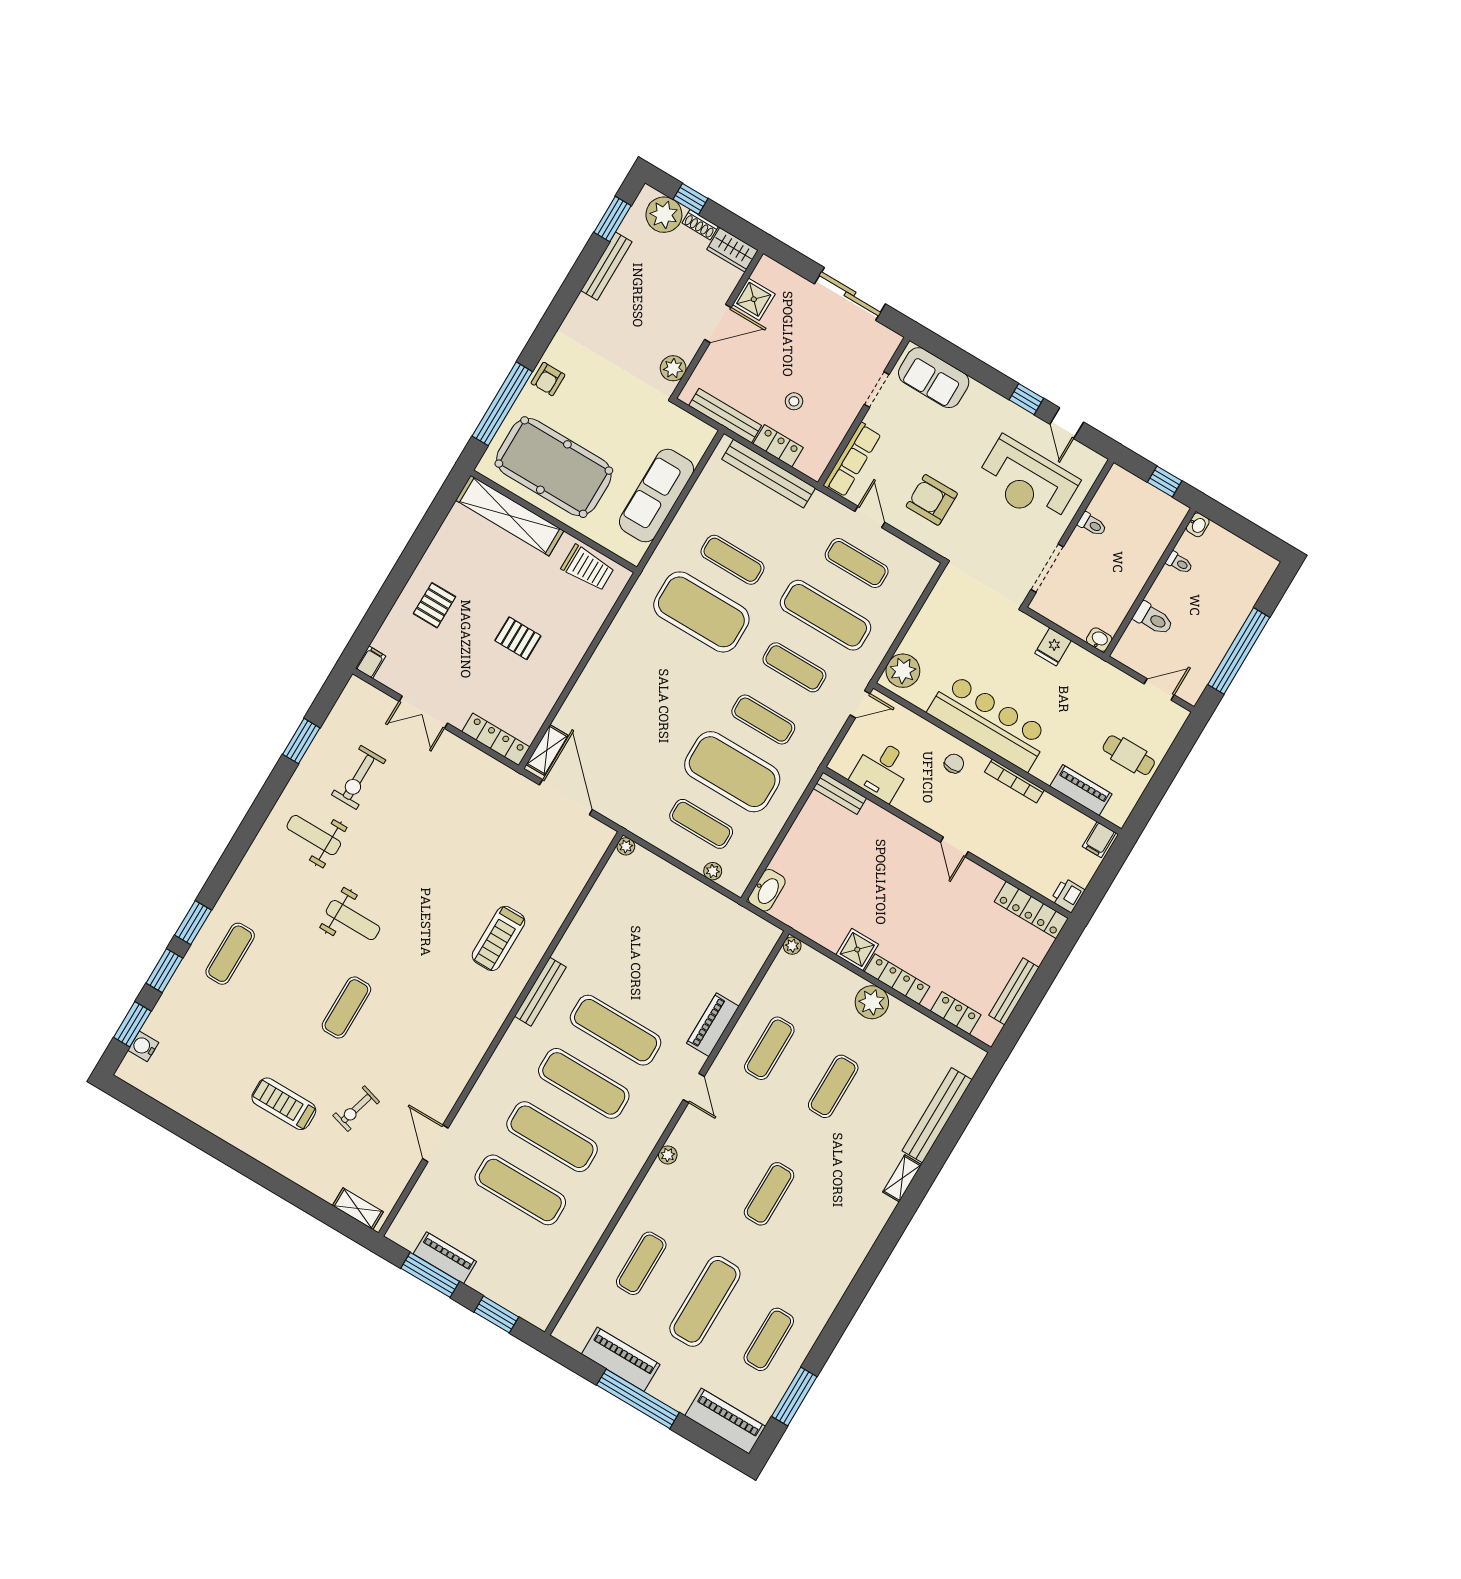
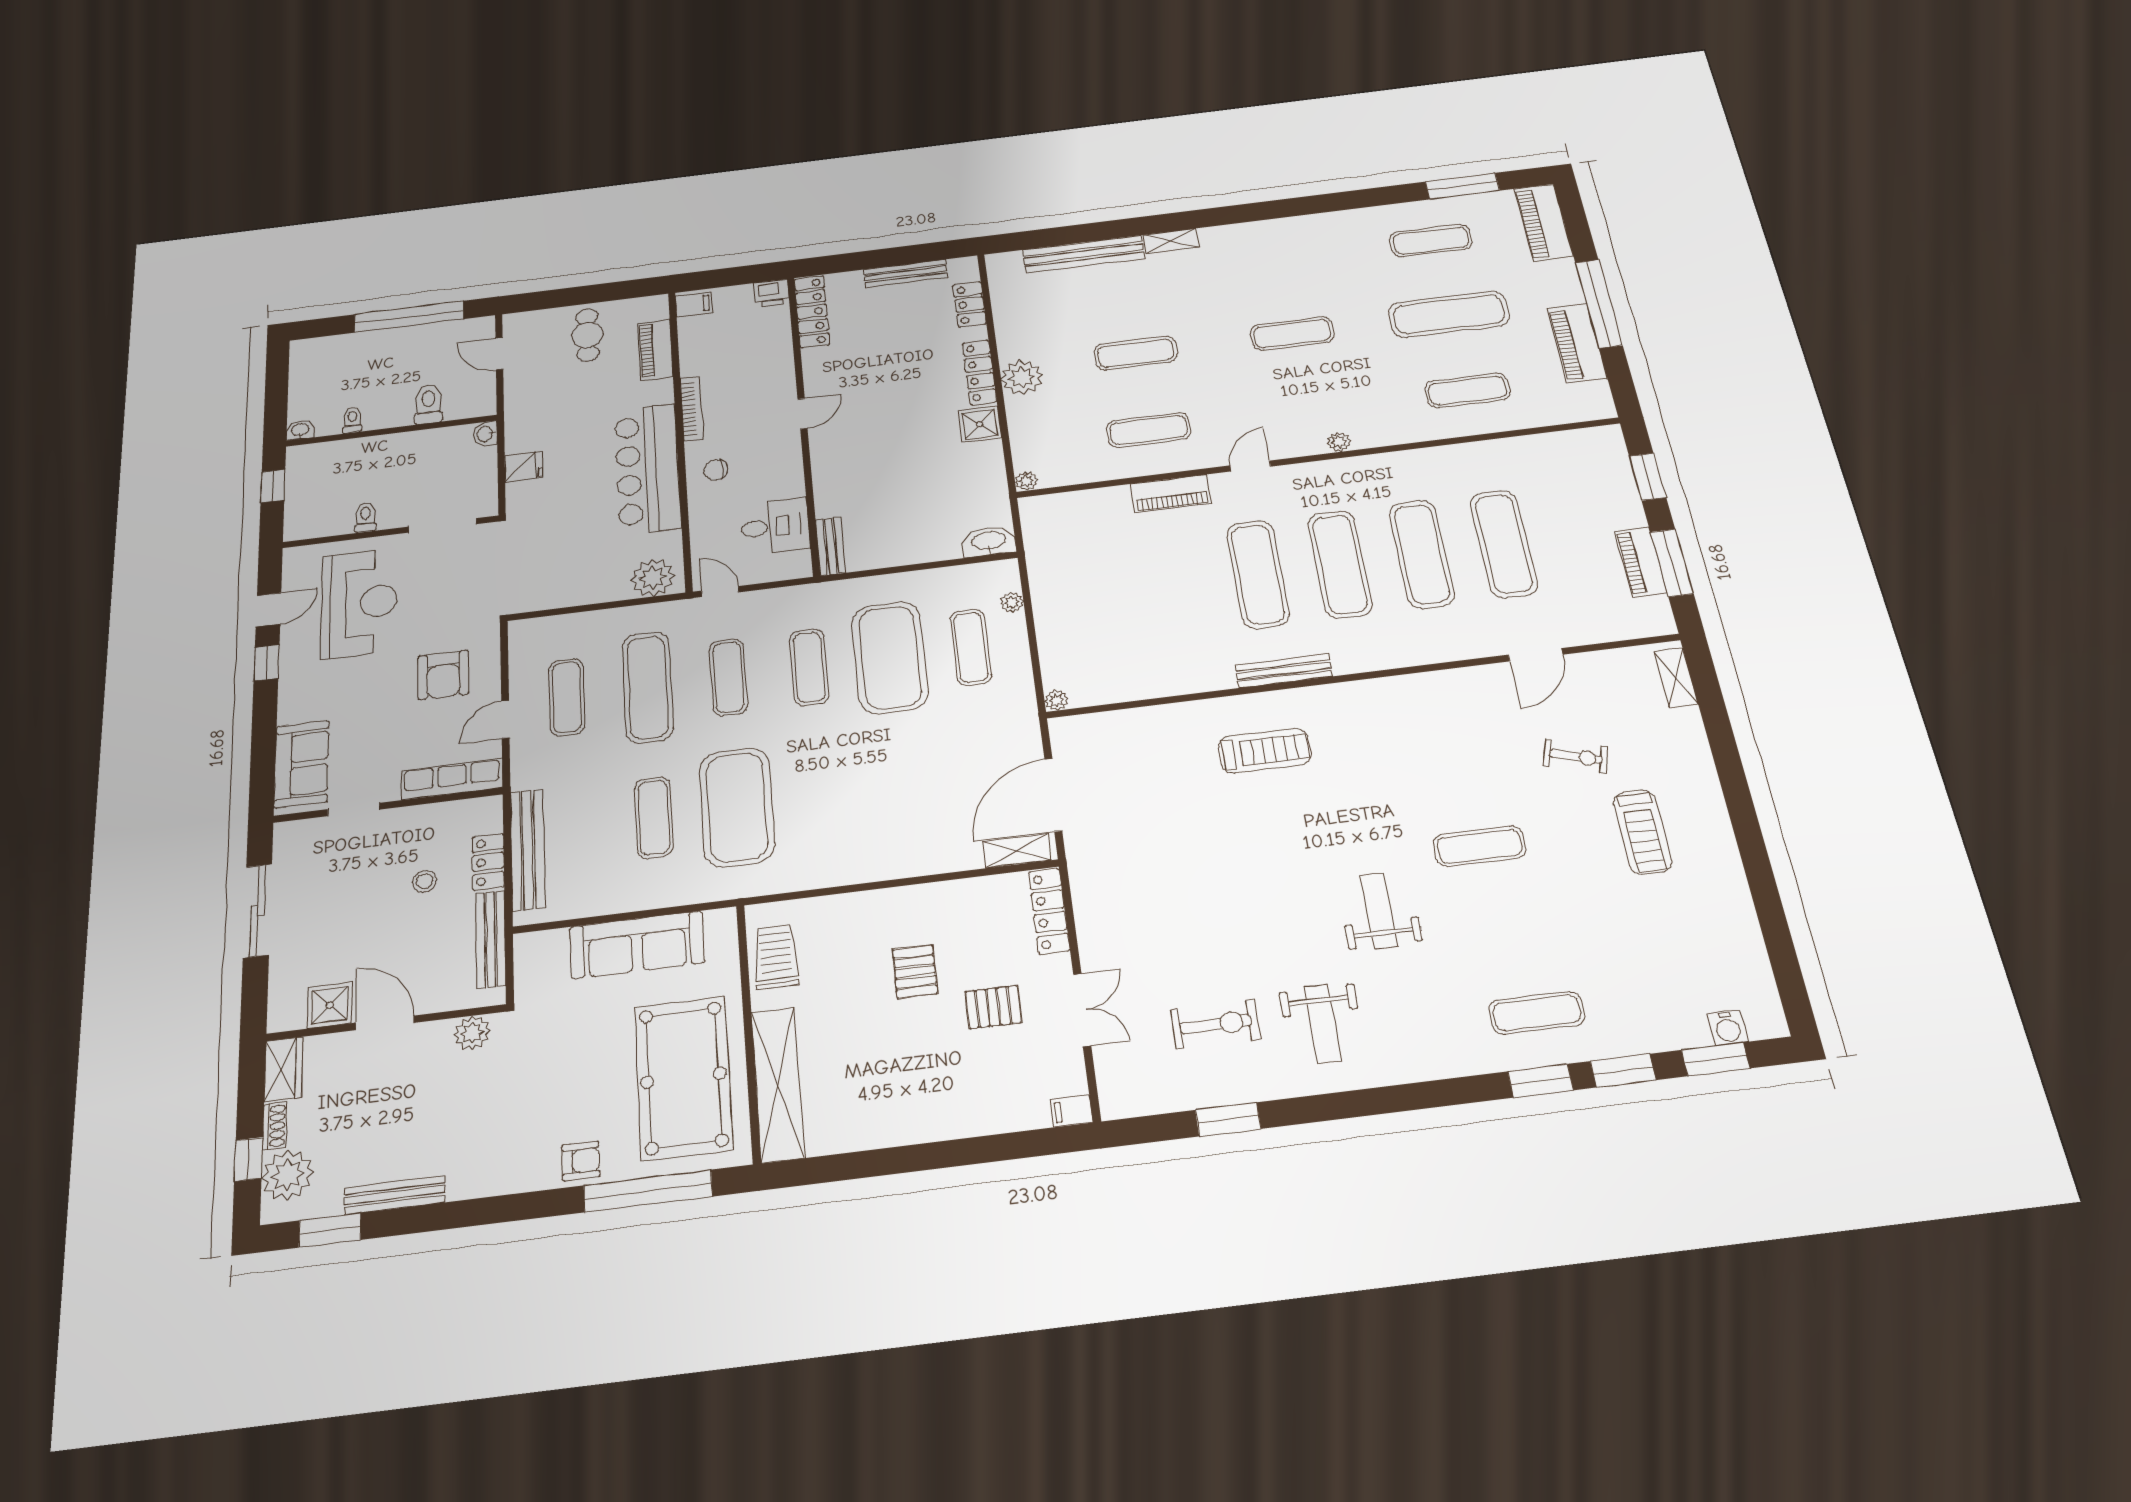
pallet: (434, 605) -> (993, 1007), moved

